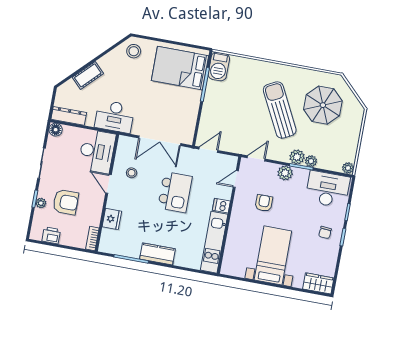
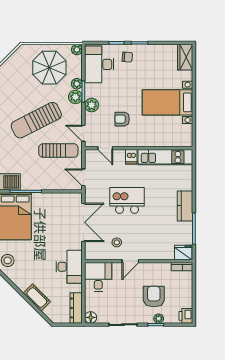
parasol: (323, 105) -> (49, 68), moved
sun lounger: (243, 128) -> (58, 150), added
desk: (97, 151) -> (98, 277), width x0.73
fridge: (112, 219) -> (183, 252), moved
chair: (325, 233) -> (127, 57), moved
printer: (51, 235) -> (186, 316), moved

